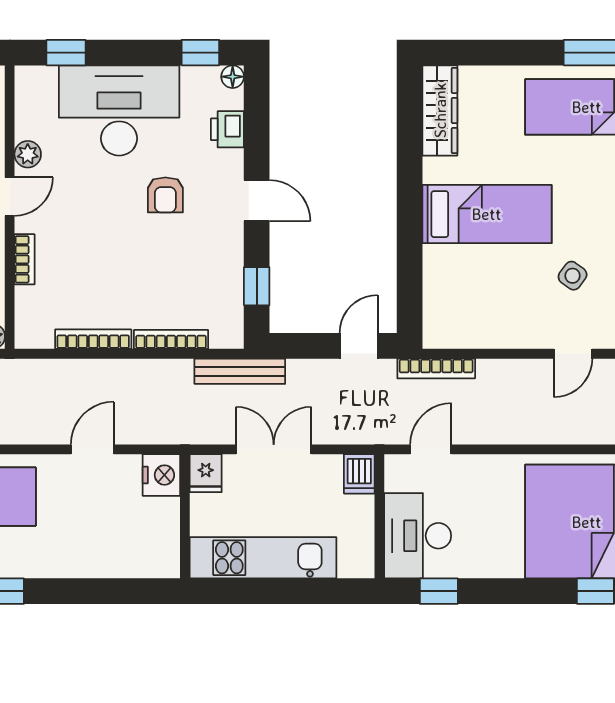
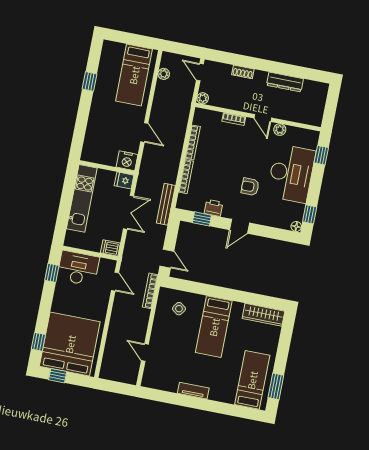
printer: (227, 129) -> (214, 208), moved
side table: (573, 276) -> (179, 309), moved

